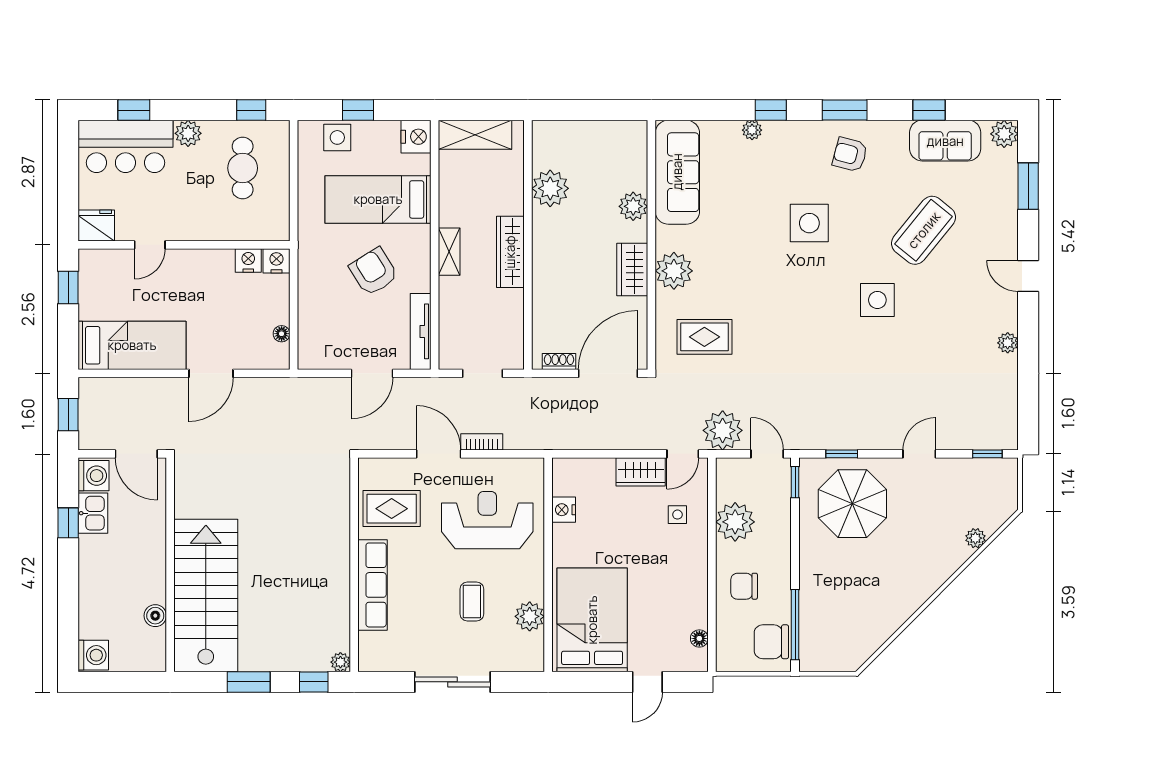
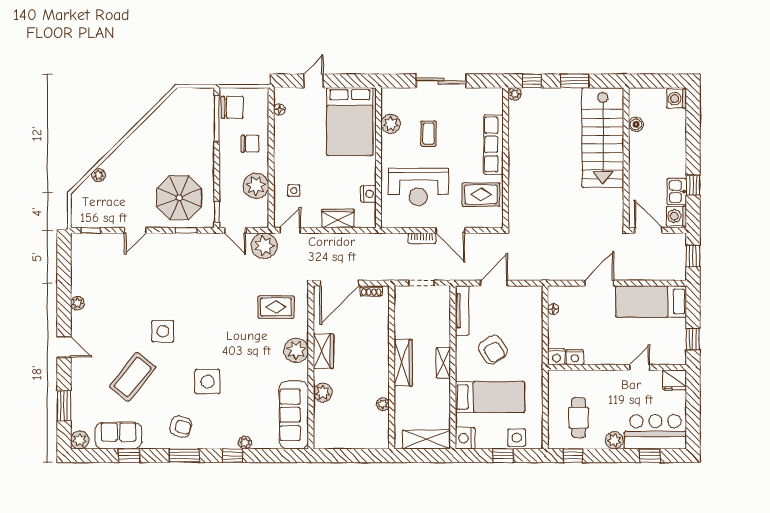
plant: (550, 188) -> (383, 404), width x0.53, depth x0.53
wardrobe: (641, 472) -> (338, 219), moved

